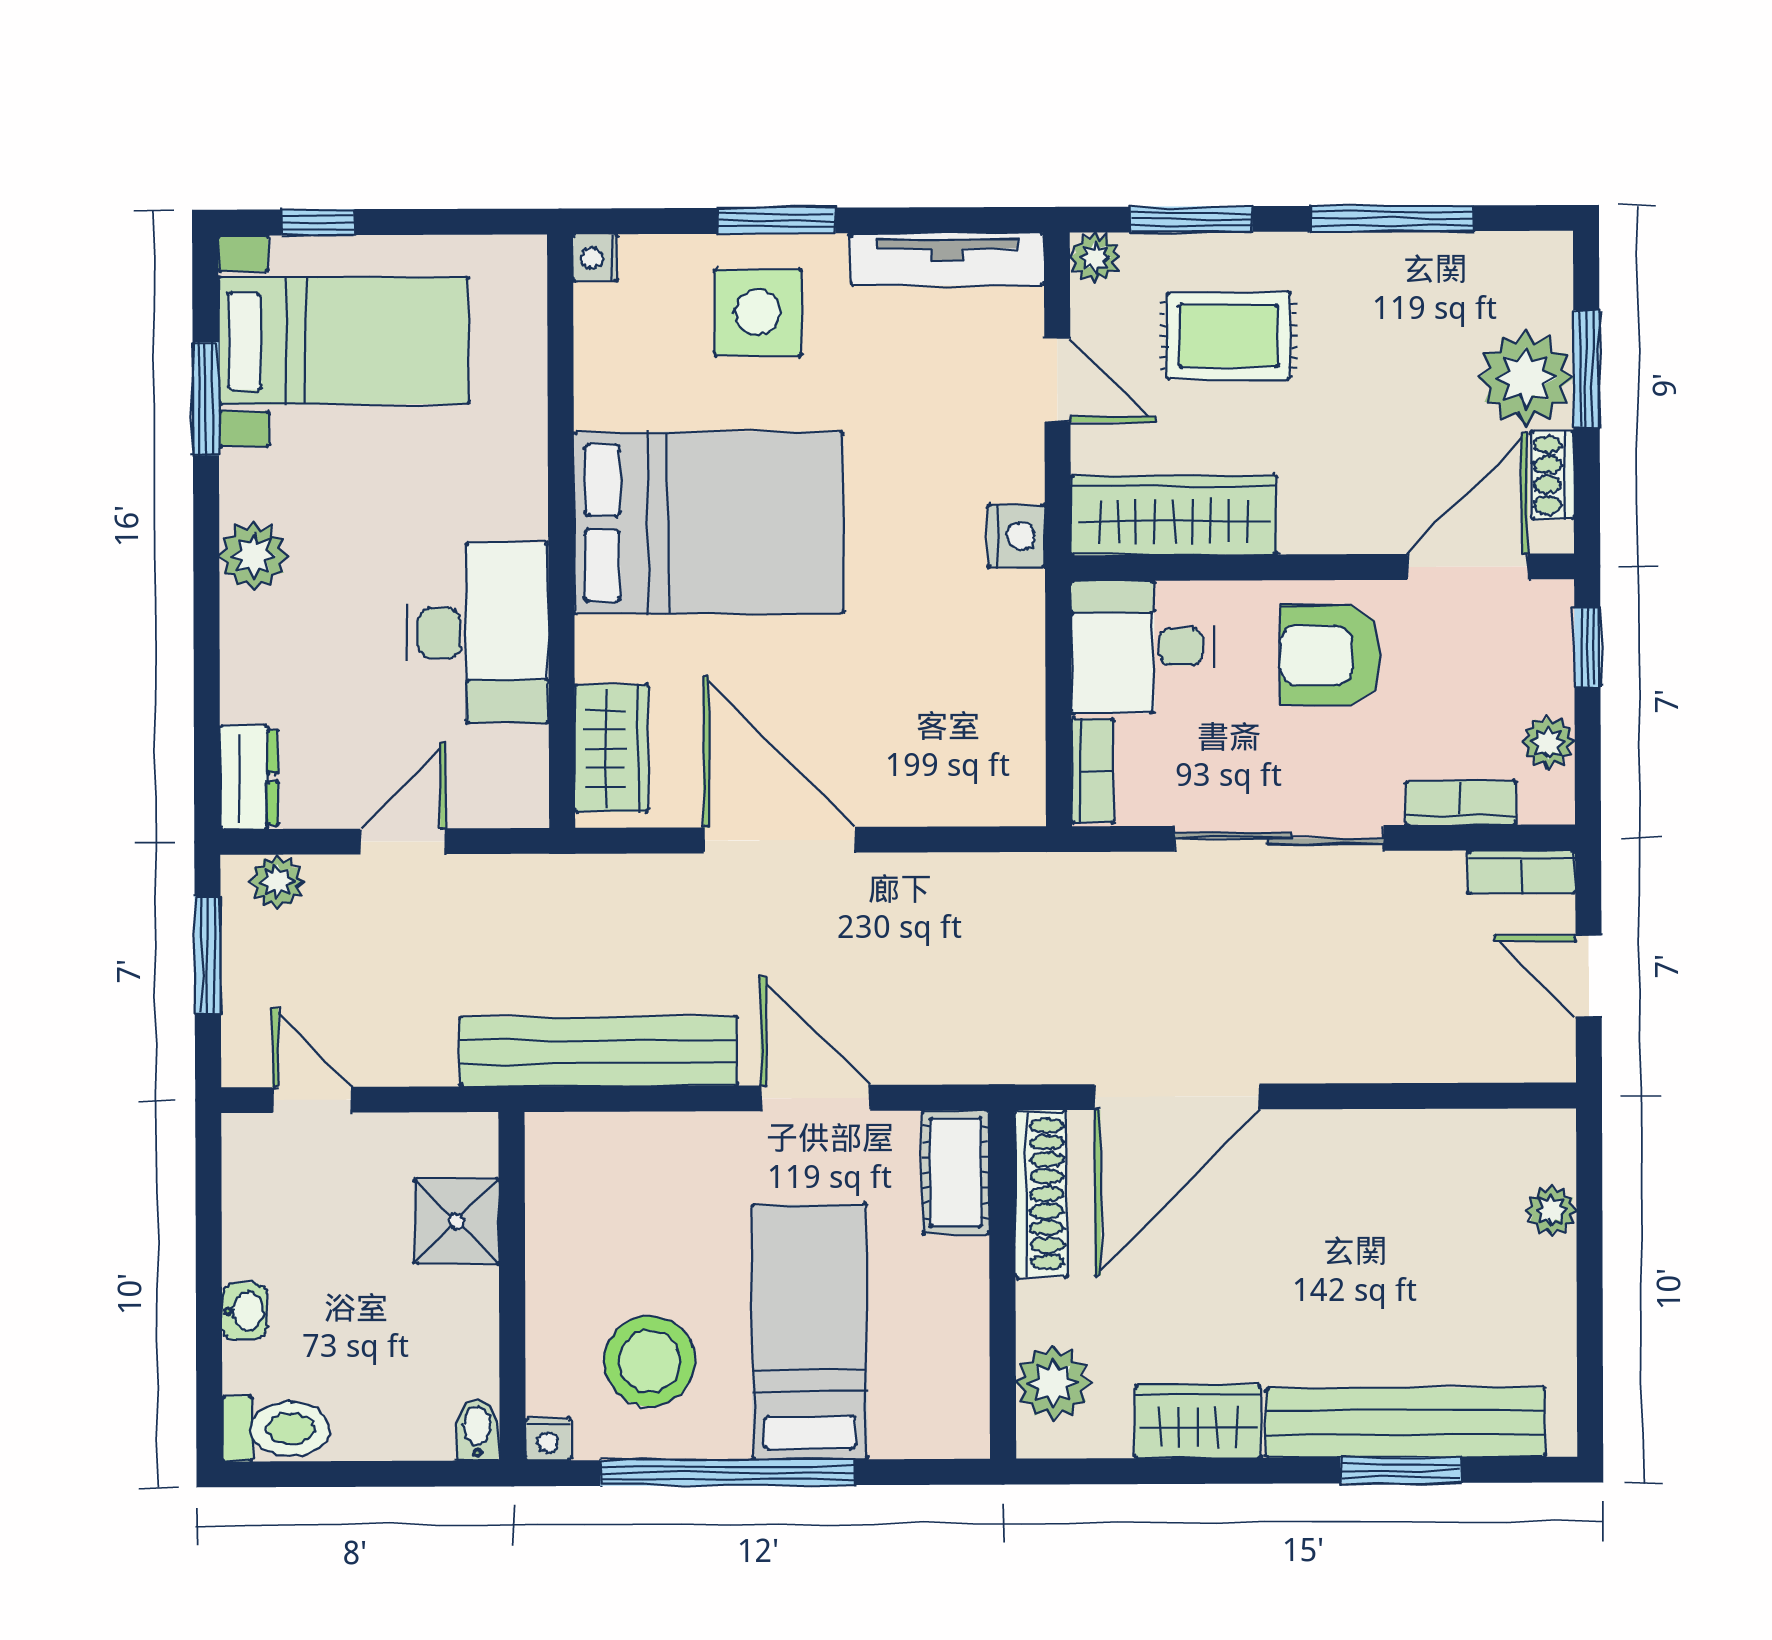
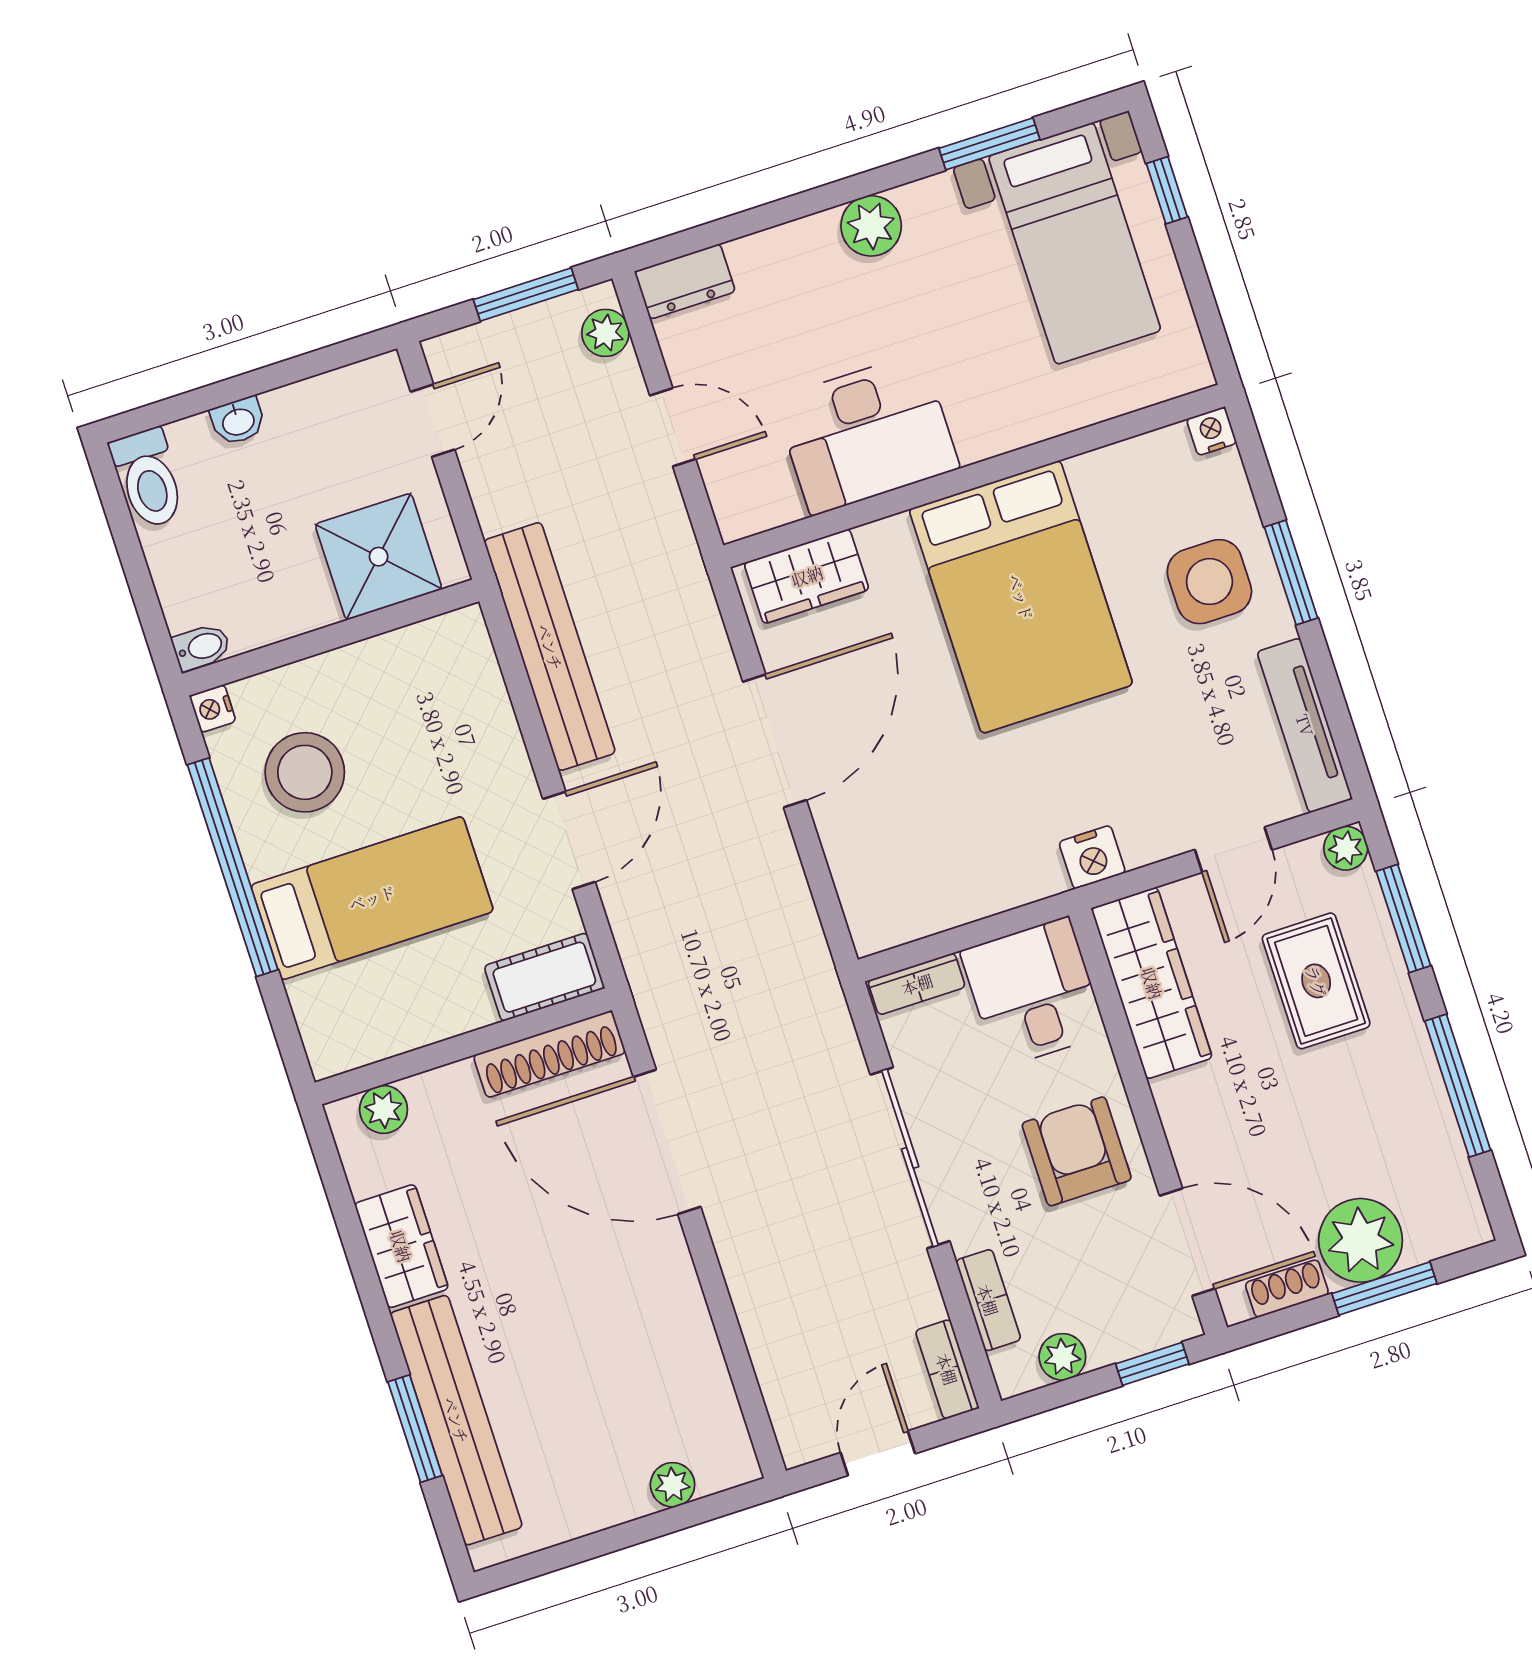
shower: (457, 1221) -> (379, 557), width x1.36, depth x1.36
plant: (1053, 1383) -> (384, 1109), width x0.73, depth x0.73

